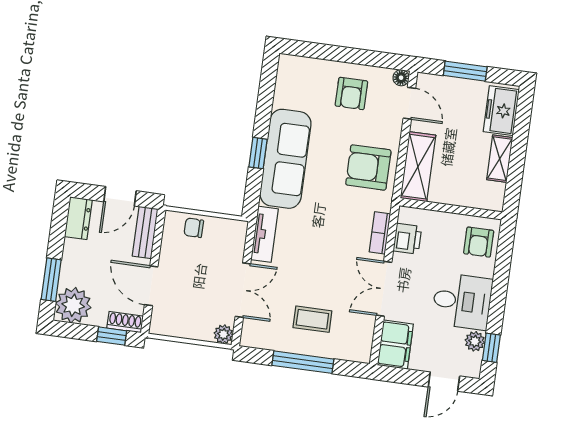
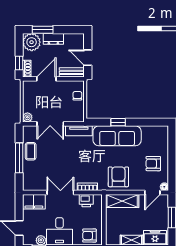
dresser: (78, 218) -> (53, 39), moved
coffee table: (312, 319) -> (31, 151), moved

